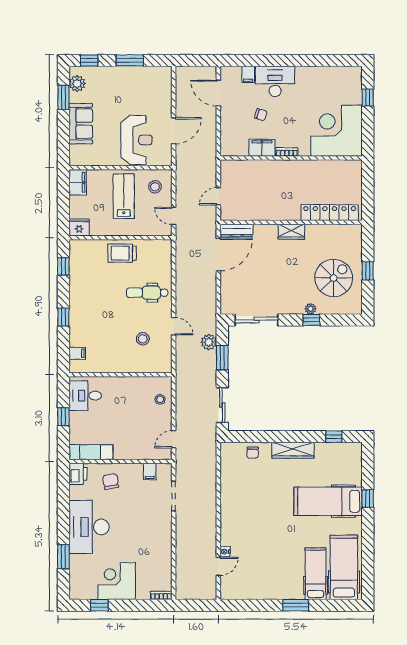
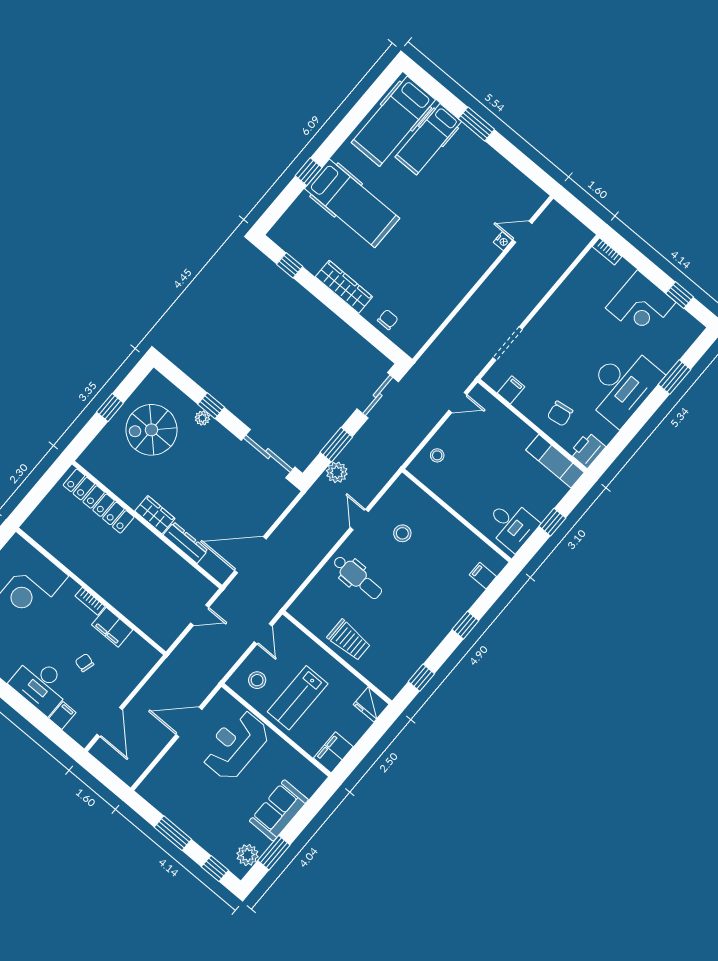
dresser: (236, 230) -> (186, 543), moved

